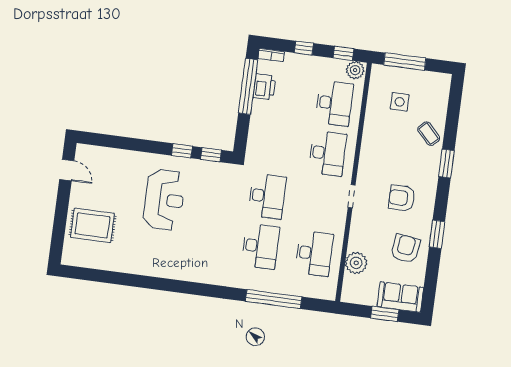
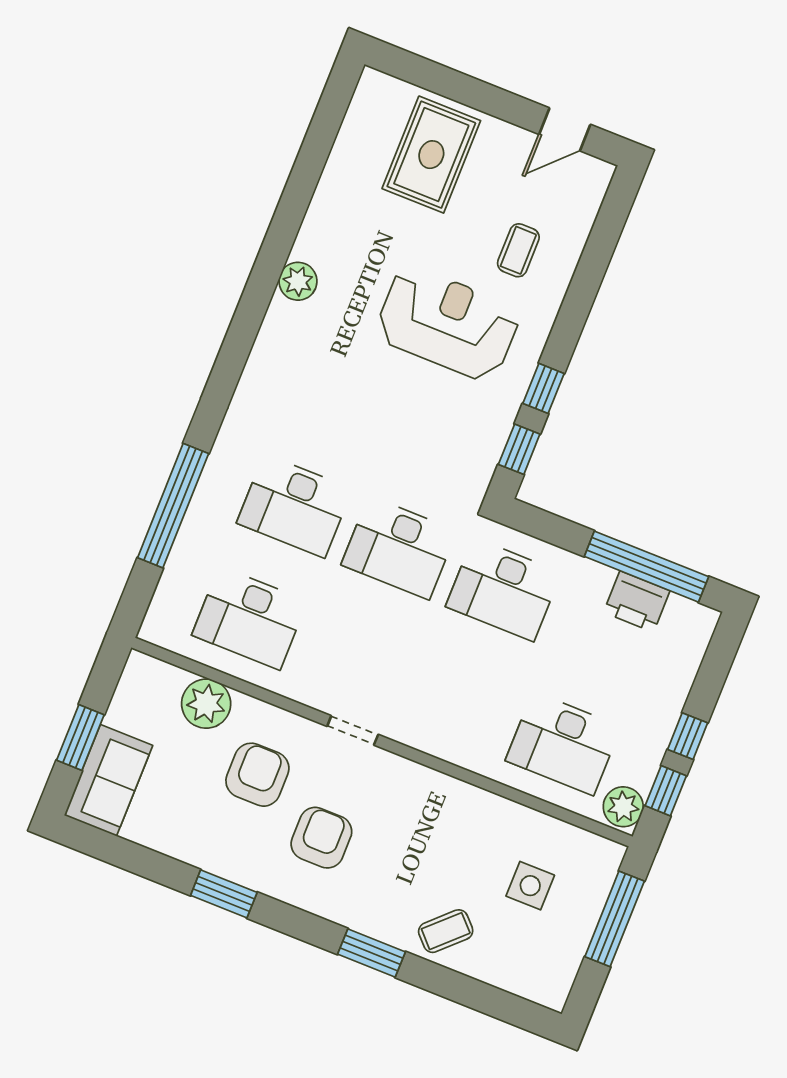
window: (304, 48) -> (688, 736), moved
bookcase: (271, 55) -> (702, 634), removed
desk: (328, 153) -> (504, 590), moved
coffee table: (125, 177) -> (518, 250), added
reception desk: (164, 200) -> (448, 323), turned 180
armchair: (405, 249) -> (257, 775), moved, turned -98
plant: (162, 269) -> (298, 281), added

